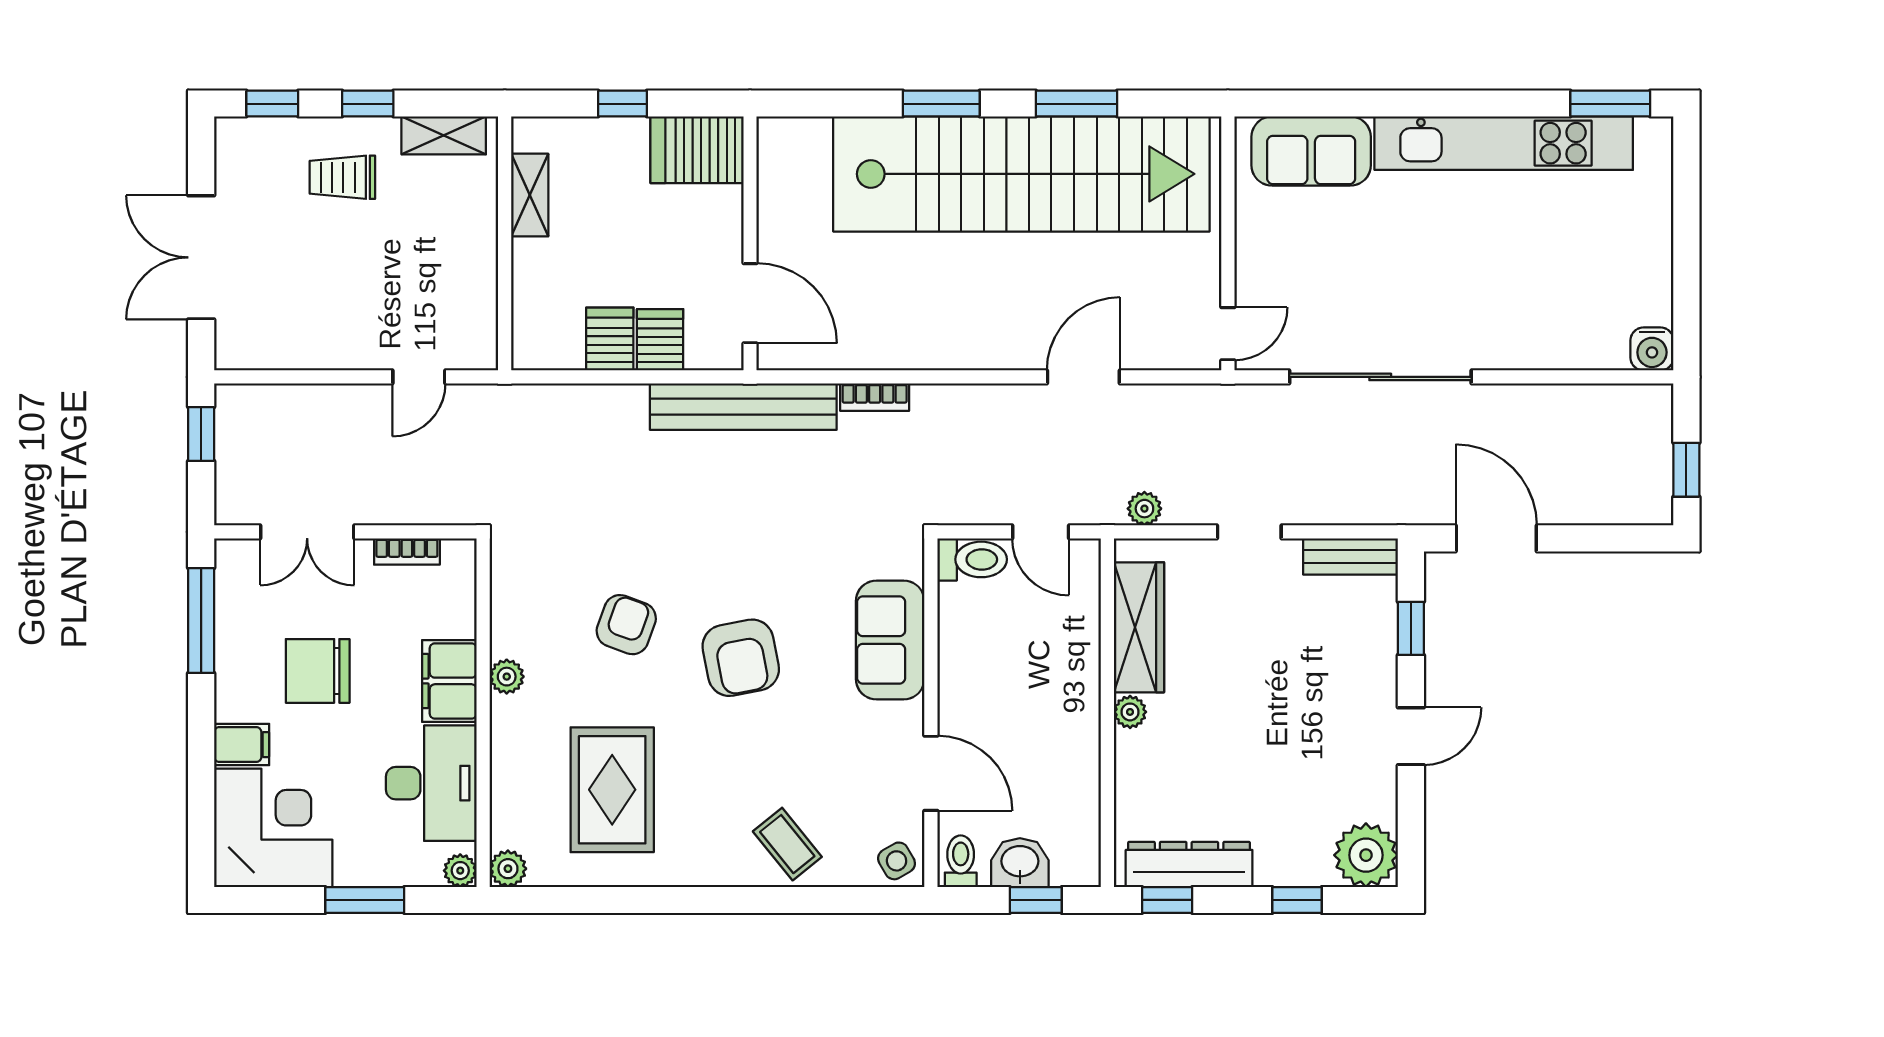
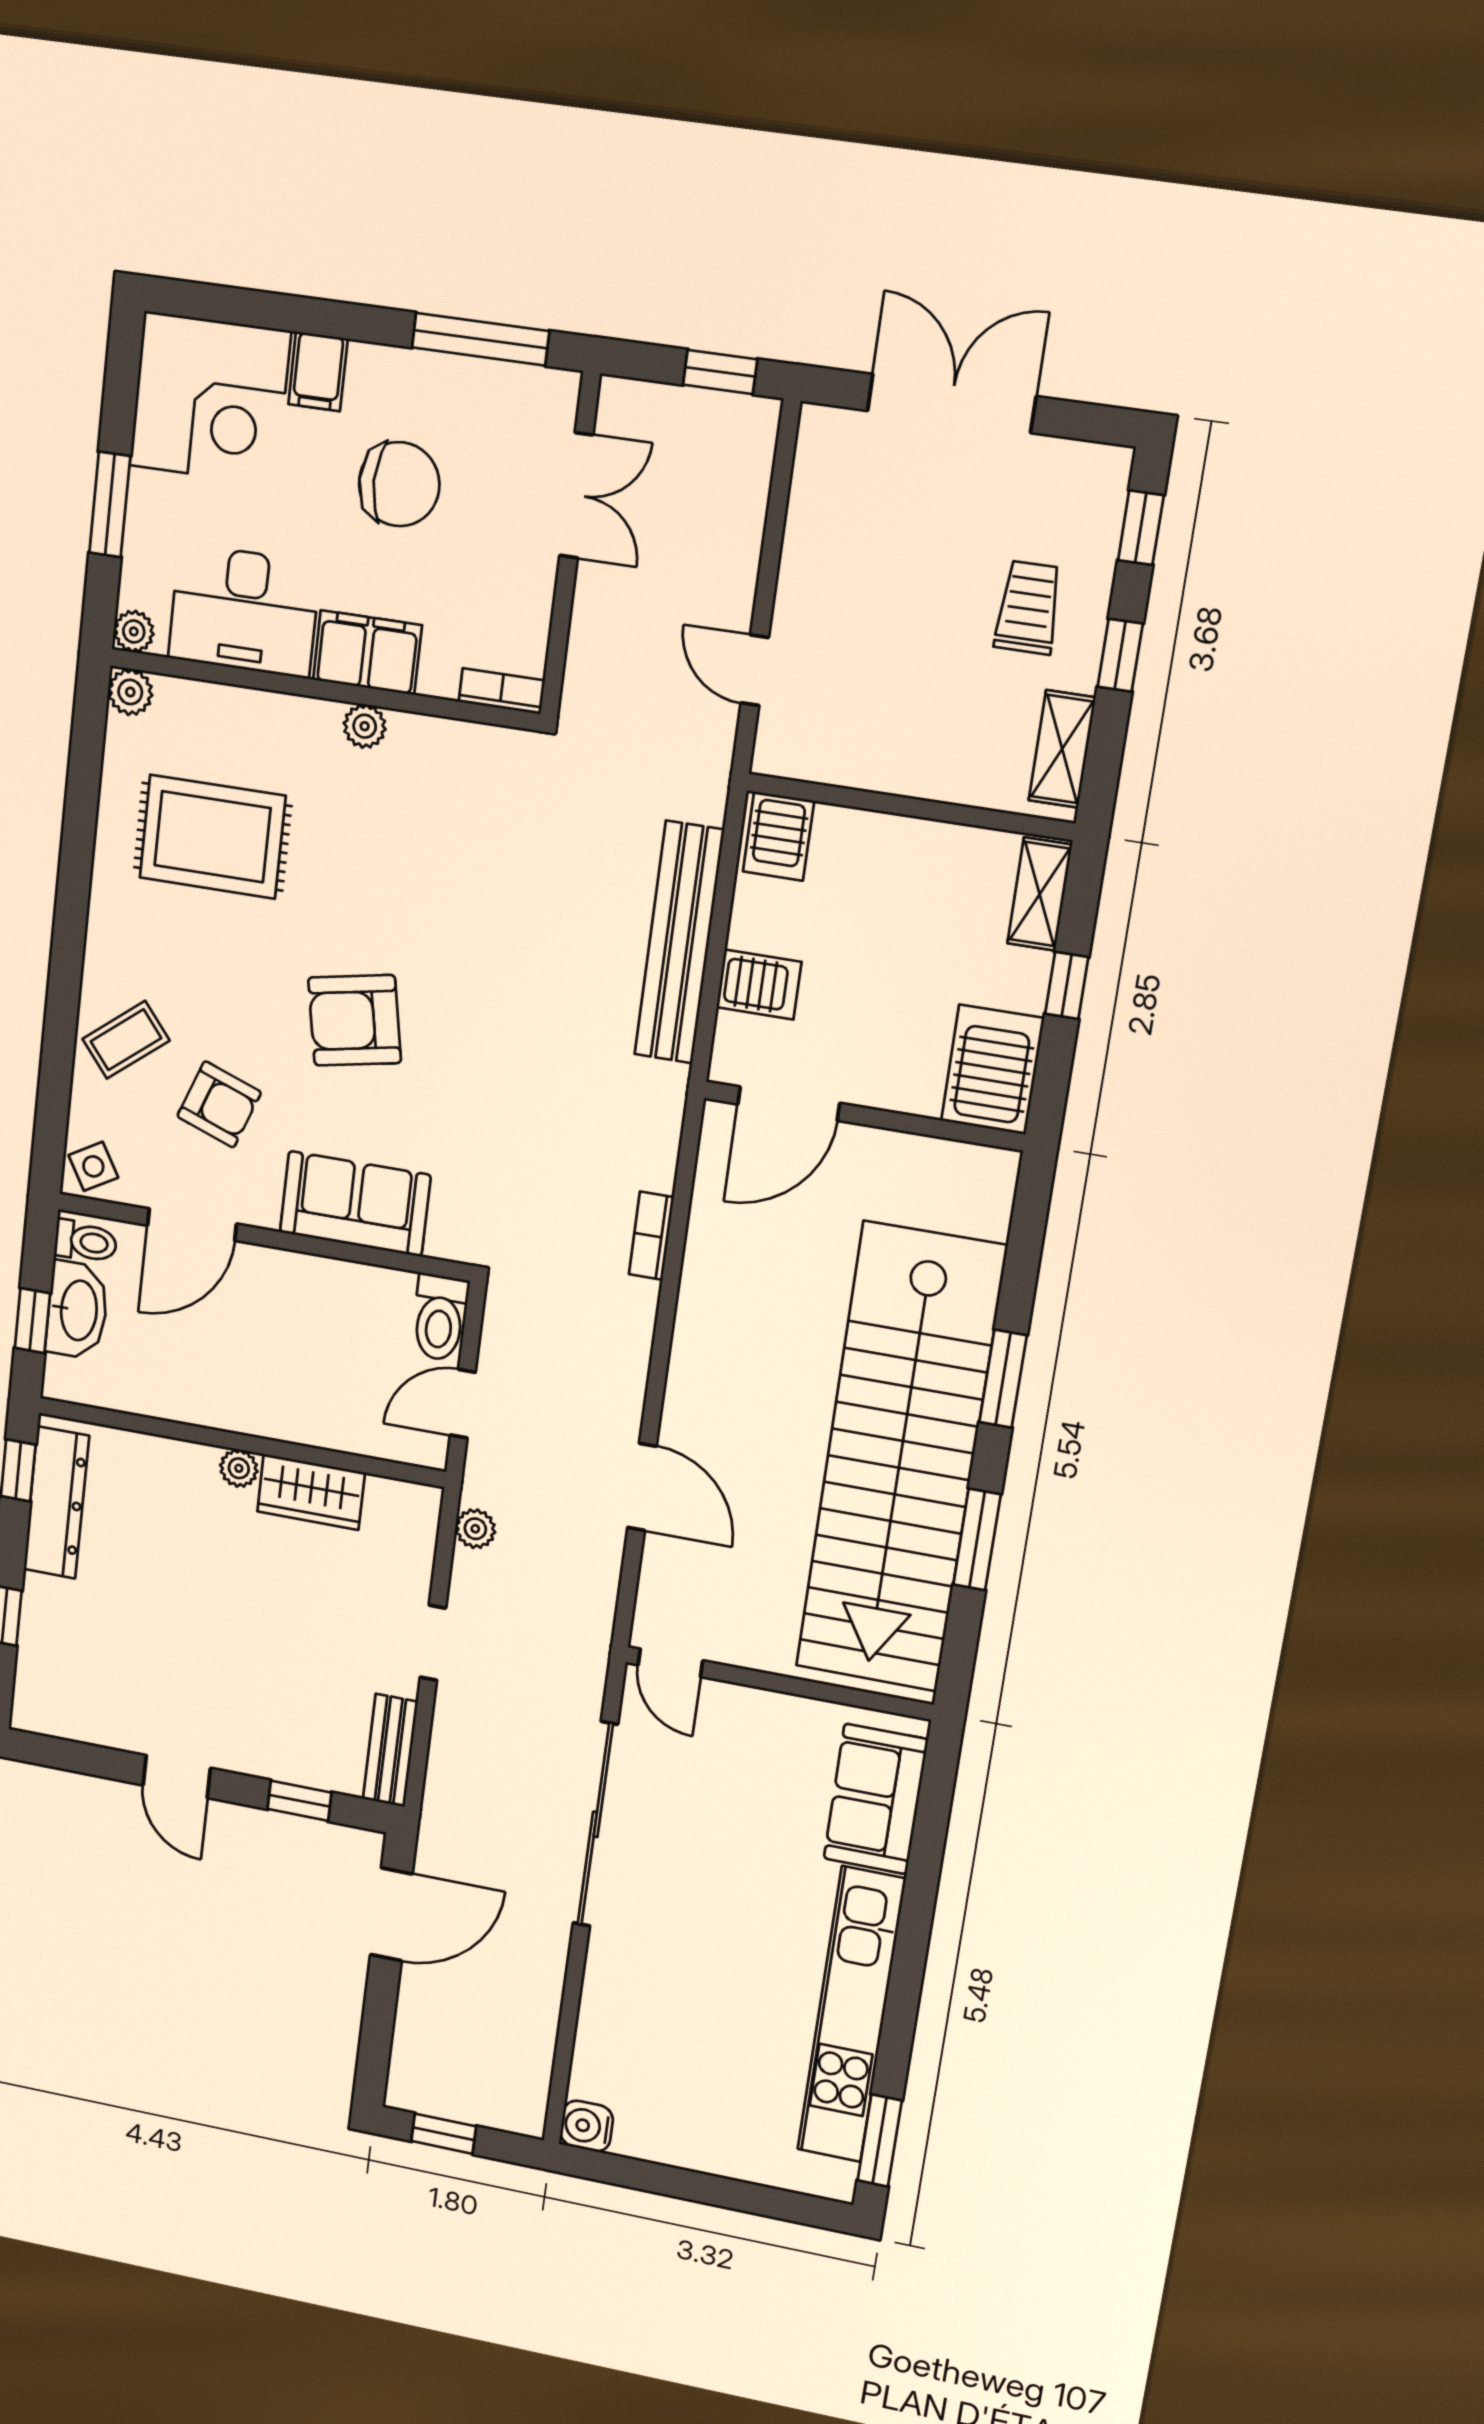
shelving: (530, 195) -> (1040, 894), moved, turned 90
server rack: (610, 339) -> (779, 836), moved, turned 90
bench: (743, 407) -> (679, 943), moved
double door: (307, 532) -> (576, 495), swing flipped
bookcase: (407, 551) -> (502, 691), moved, turned 90
armchair: (626, 625) -> (219, 1104), moved
wardrobe: (1139, 627) -> (311, 1492), width x0.67
chair: (318, 671) -> (399, 484), turned 90
plant: (1366, 855) -> (48, 1701), removed
washbasin: (1020, 863) -> (77, 1310), width x1.38

